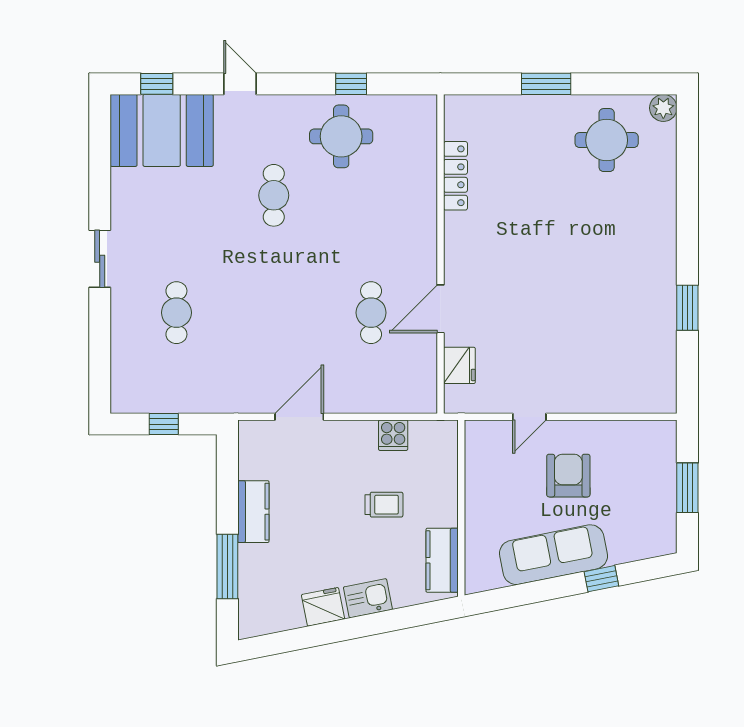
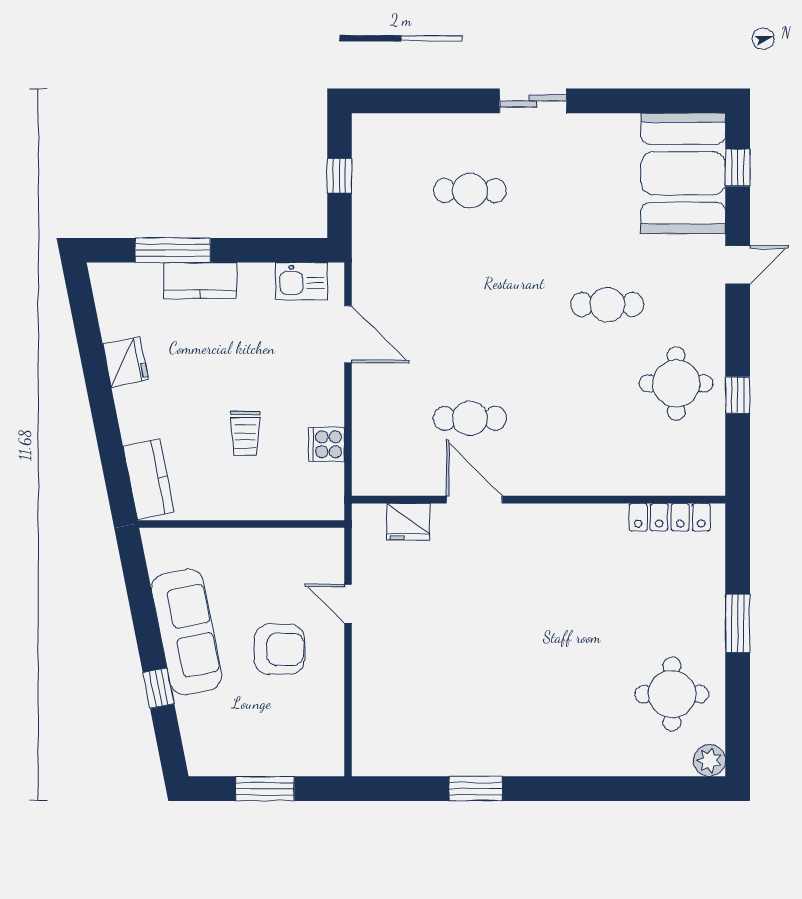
locker: (455, 176) -> (670, 517), moved
kitchen counter: (253, 512) -> (200, 281), moved
kitchen counter: (442, 560) -> (149, 479), moved, turned 79
kitchen sink: (368, 598) -> (302, 281), moved, turned 101

